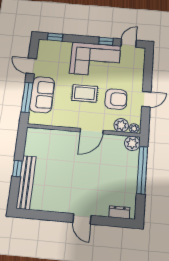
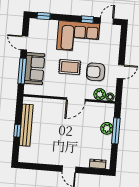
armchair: (116, 99) -> (96, 72), turned 180
plant: (132, 143) -> (107, 128), moved
window: (142, 170) -> (116, 131), width x0.68
bench: (26, 182) -> (26, 125), moved

